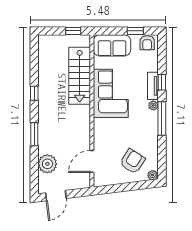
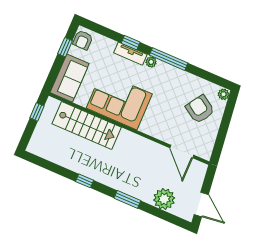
armchair: (147, 43) -> (83, 40), turned 90

